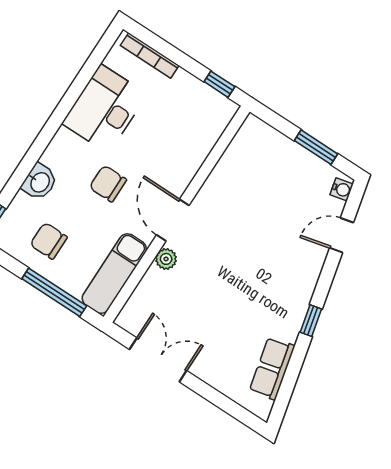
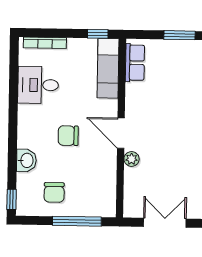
desk: (105, 109) -> (38, 85), width x0.73
row of seats: (242, 146) -> (135, 63), added
chair: (49, 241) -> (54, 192), turned -90
exam couch: (114, 274) -> (108, 68), moved

